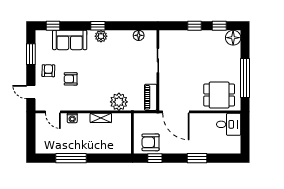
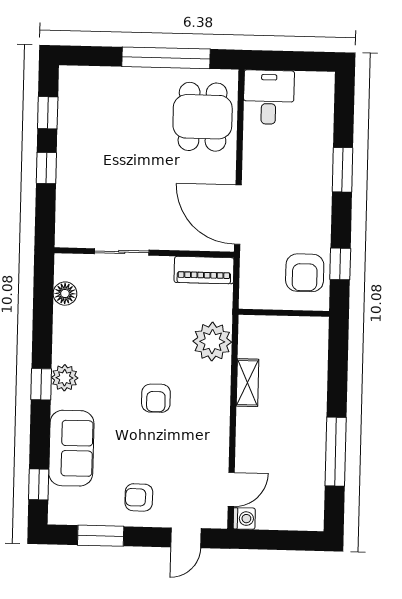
floor lamp: (233, 38) -> (75, 82), removed
armchair: (71, 79) -> (156, 398), moved
door: (176, 112) -> (238, 215), swing flipped
washing machine: (72, 118) -> (244, 519), moved

